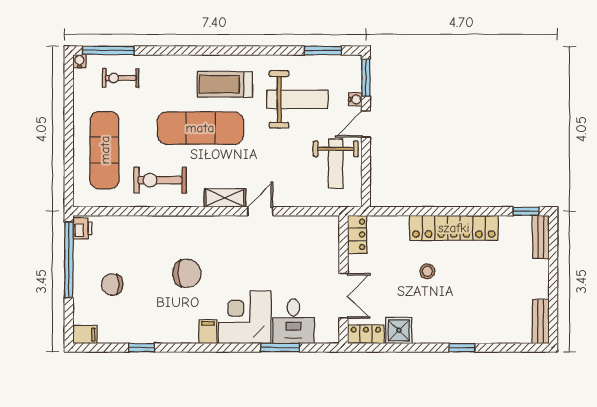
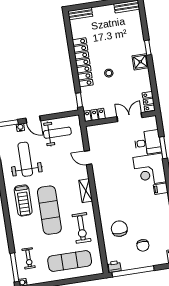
door: (260, 211) -> (88, 158), moved
window: (526, 211) -> (79, 100), moved
chair: (187, 273) -> (119, 229), moved
shower: (399, 330) -> (140, 62), moved

